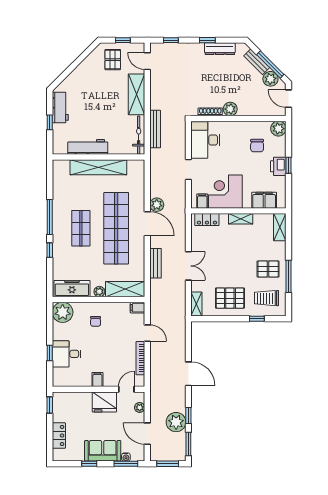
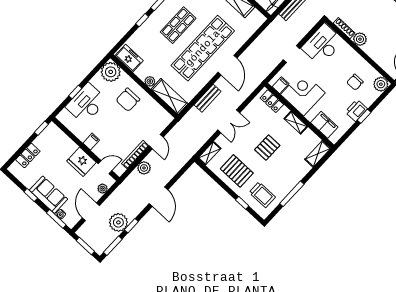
plant: (157, 205) -> (144, 168), moved
pallet: (268, 269) -> (267, 148), moved, turned 90
freezer: (72, 289) -> (129, 58), width x0.71
trolley: (267, 298) -> (262, 195), turned 180
filing cabinet: (138, 308) -> (166, 117), removed
chair: (96, 321) -> (128, 100), width x1.87, depth x1.87
desk: (67, 354) -> (86, 104), width x1.37

